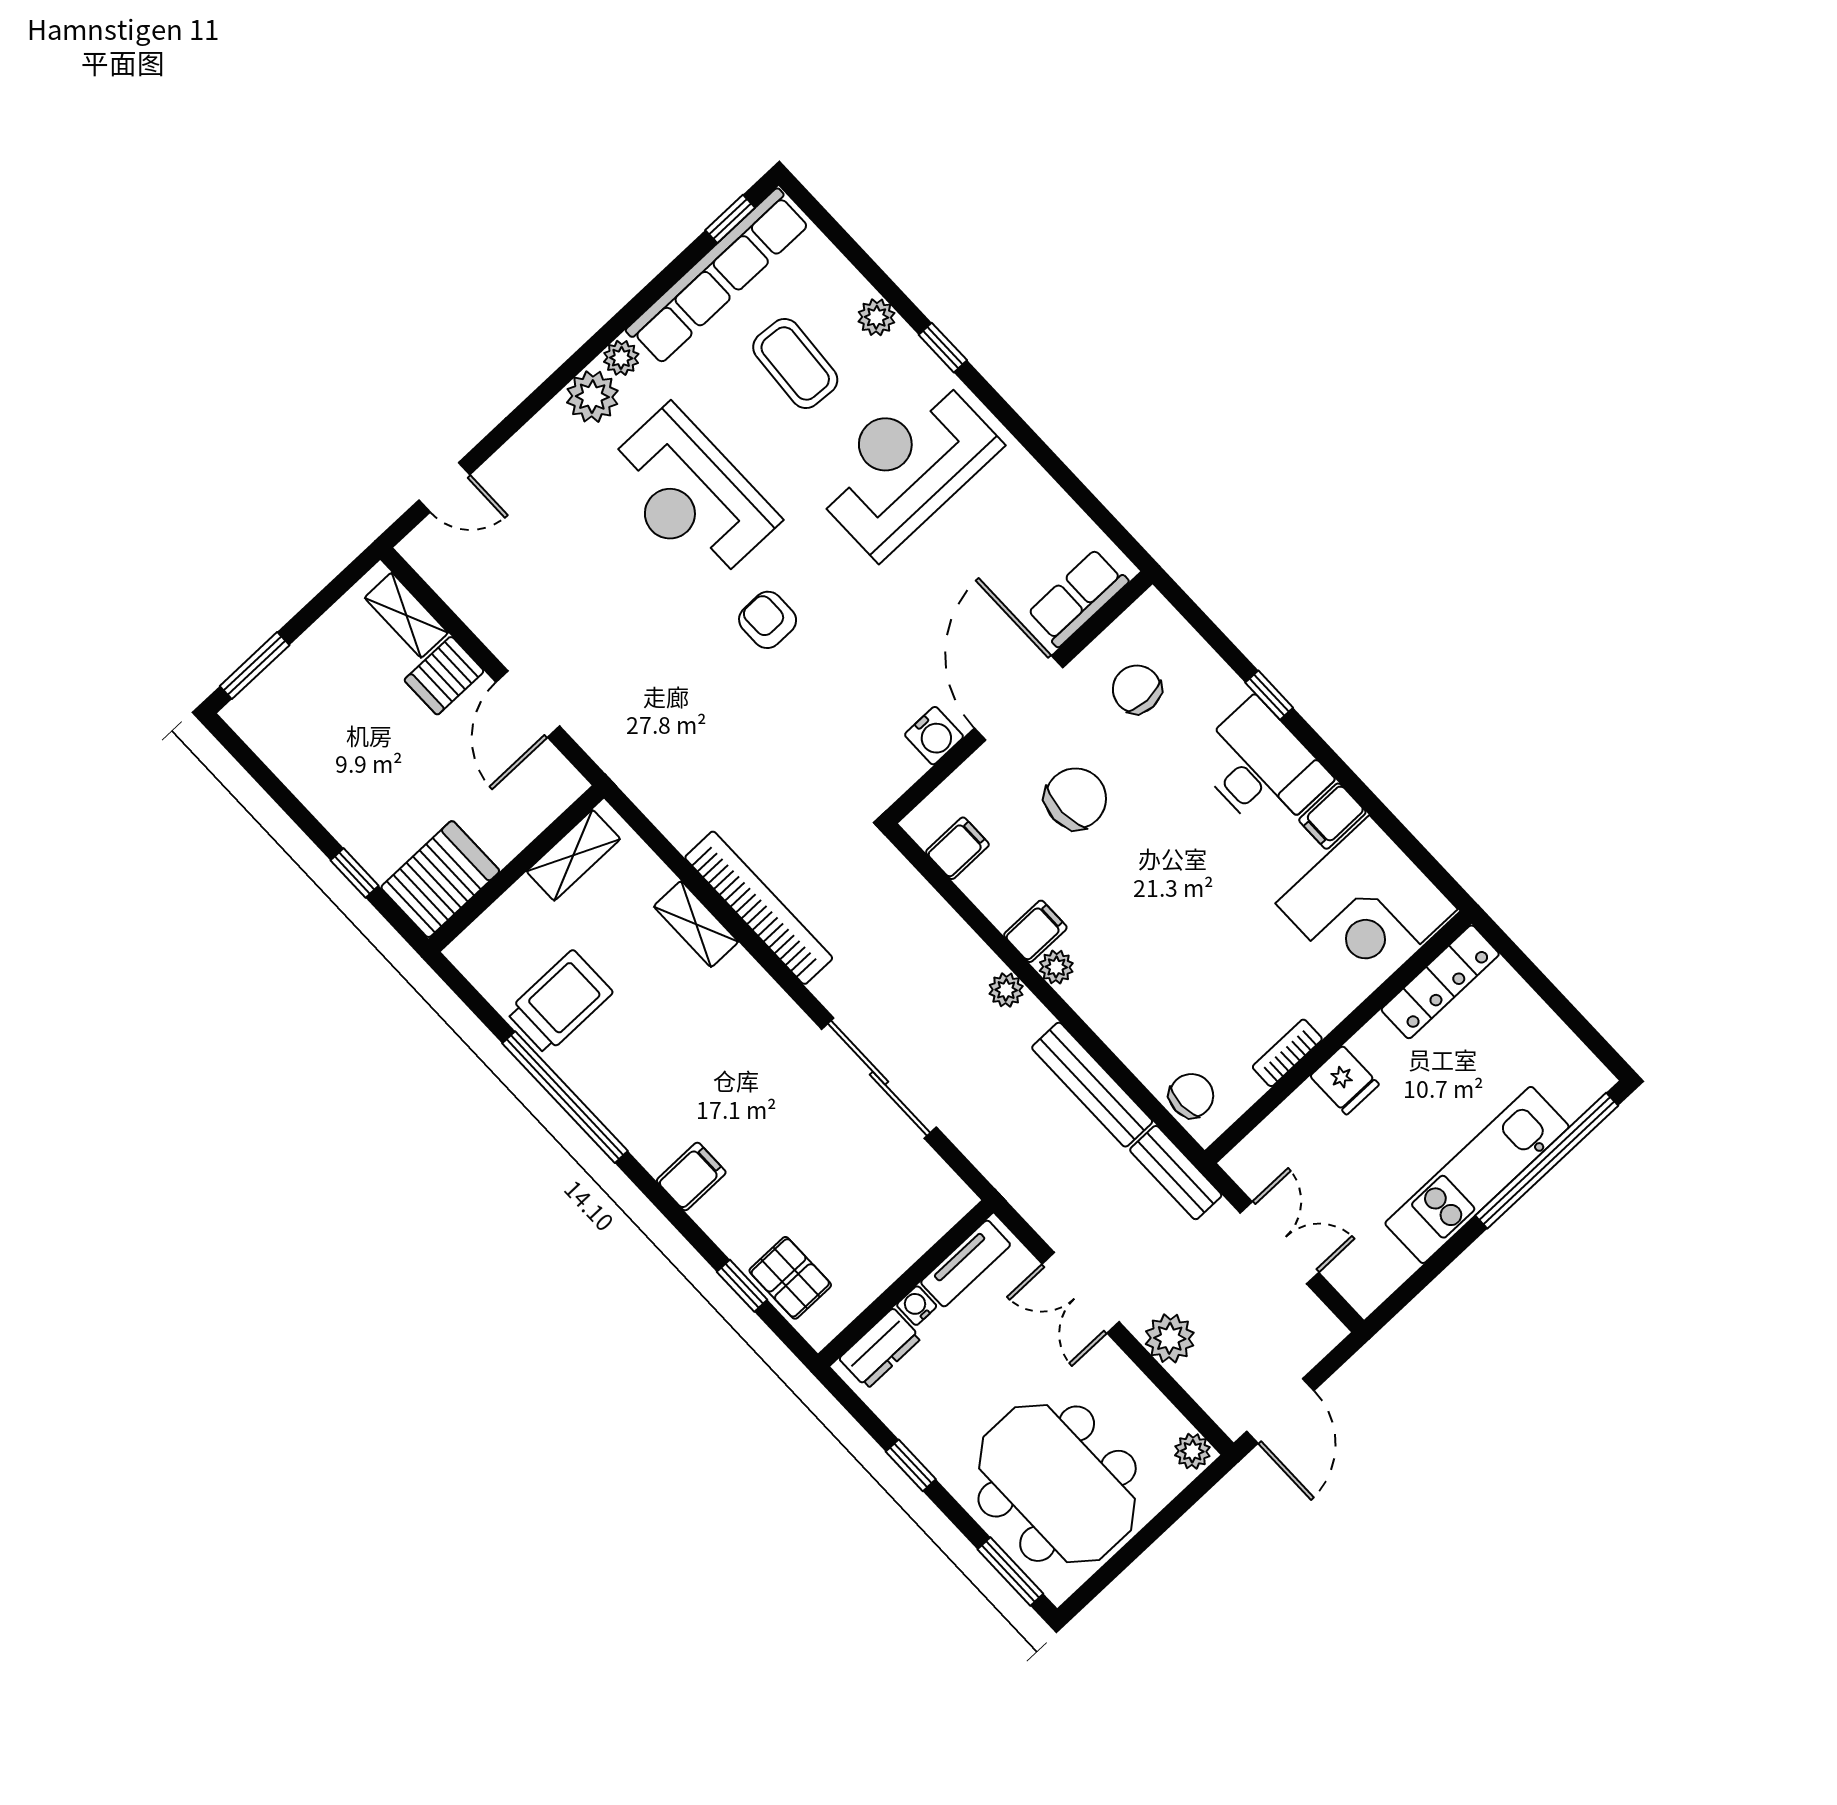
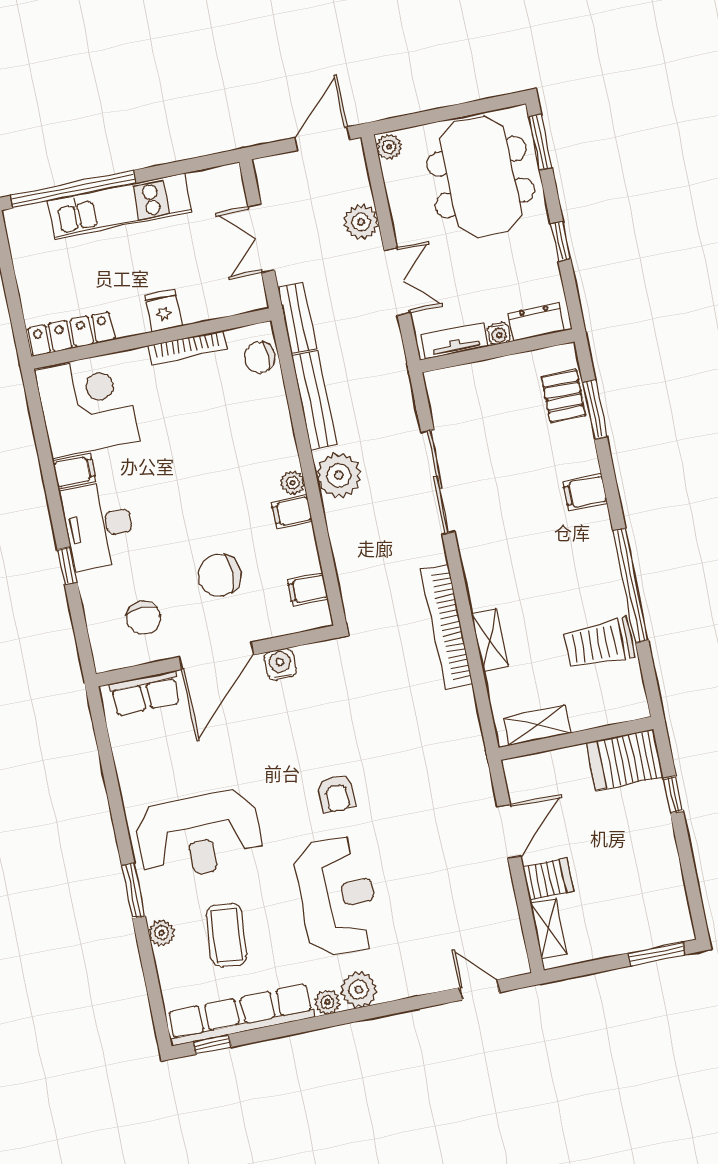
window: (943, 348) -> (133, 891), width x1.50
plant: (1006, 990) -> (339, 475), width x1.88, depth x1.88
bookcase: (1287, 1053) -> (187, 348), width x1.56
window: (742, 1286) -> (595, 409), width x1.50

